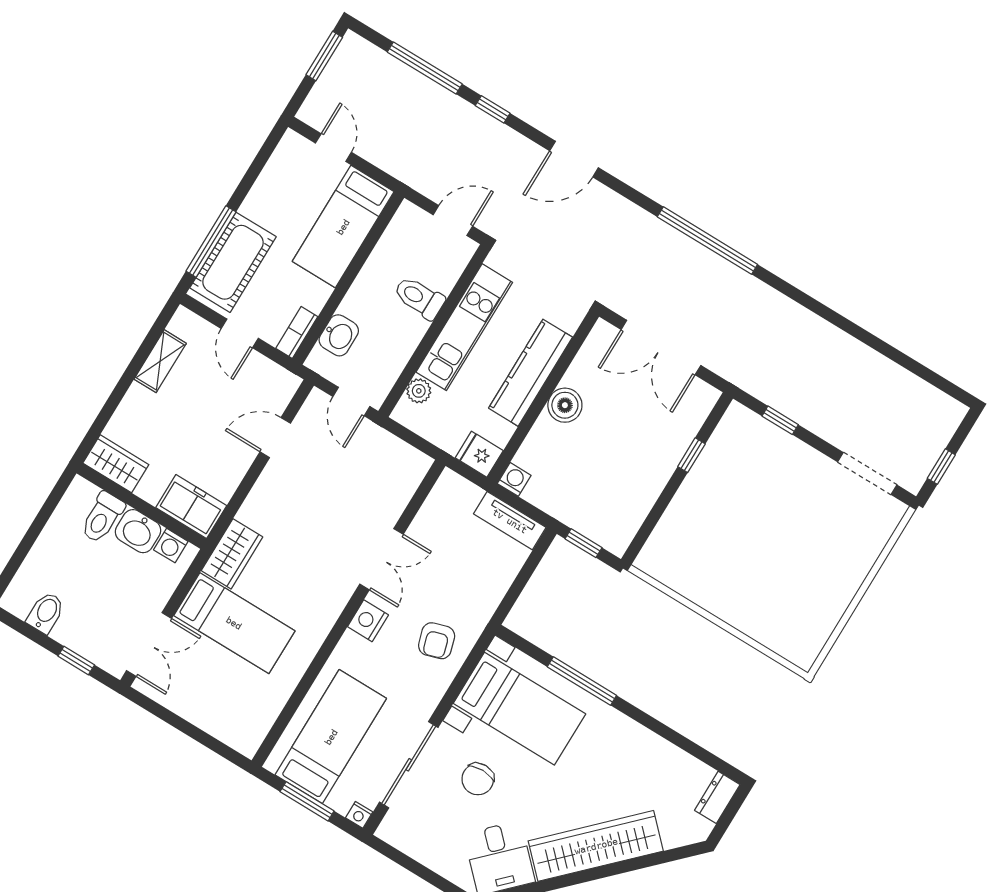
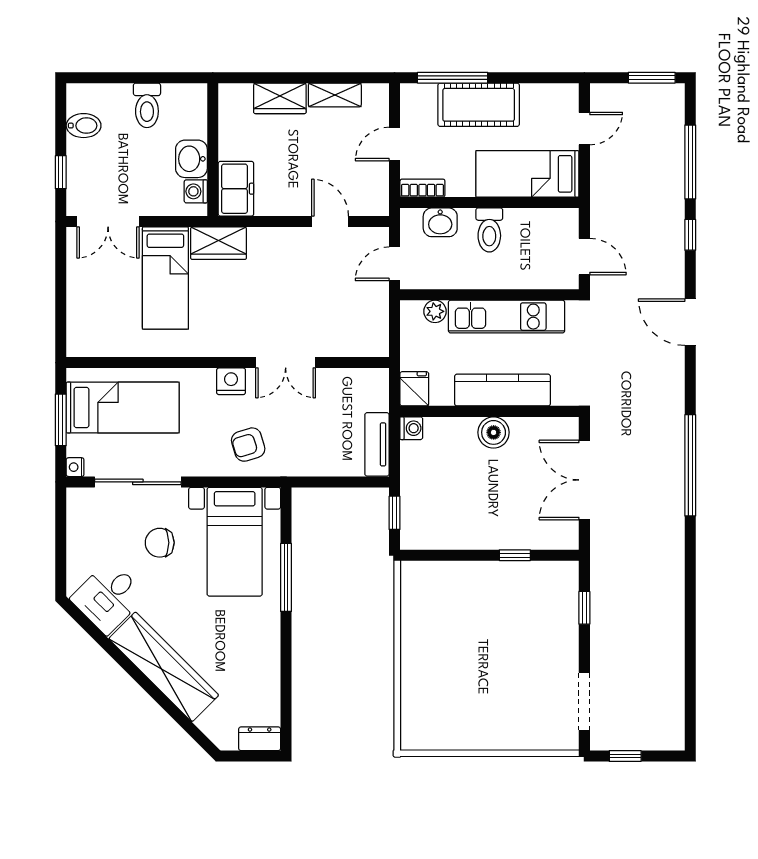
cot: (233, 262) -> (479, 105), moved
toilet: (419, 298) -> (489, 230), moved, turned 180
wardrobe: (116, 464) -> (280, 98), moved, turned 90
toilet: (102, 517) -> (147, 105), moved, turned -90

